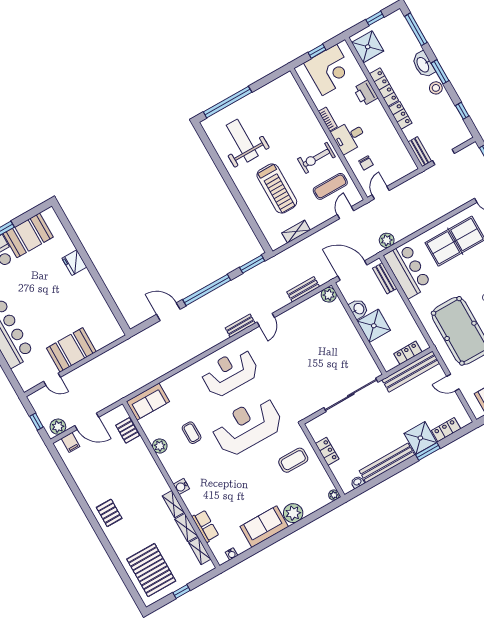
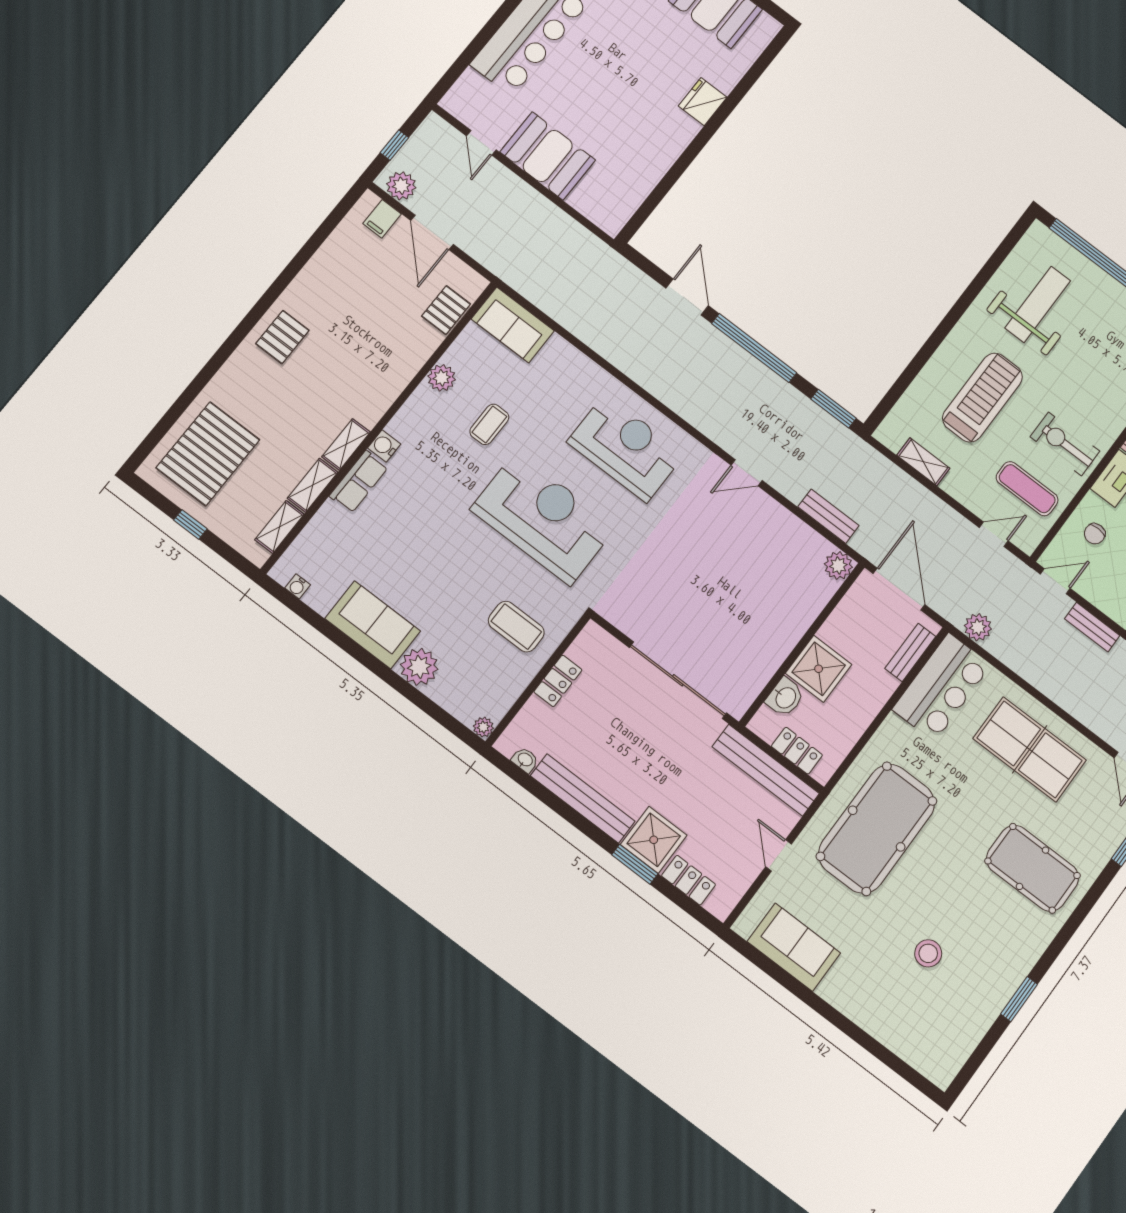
treadmill: (277, 189) -> (982, 397), turned 180
washbasin: (359, 309) -> (785, 697), moved
bench: (240, 326) -> (1092, 627), moved
row of seats: (205, 526) -> (359, 482), moved

